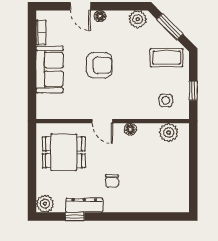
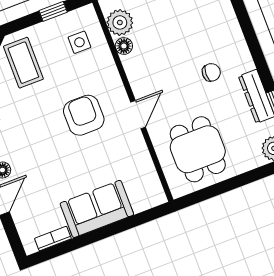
armchair: (99, 65) -> (84, 115), moved
floor lamp: (130, 129) -> (124, 46), moved

